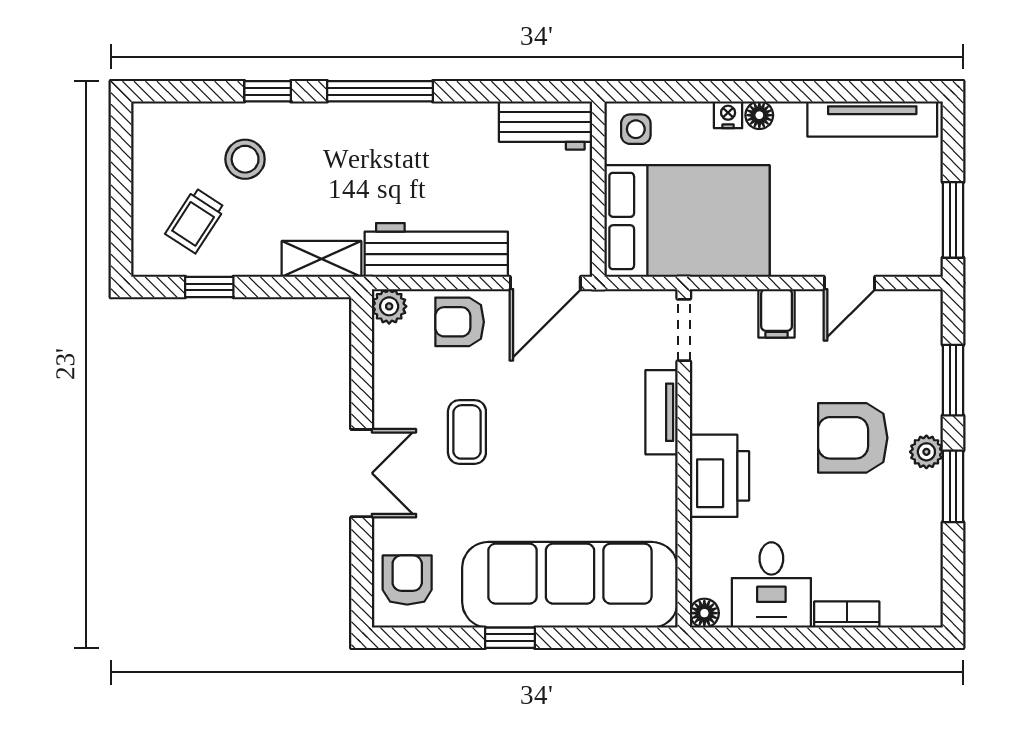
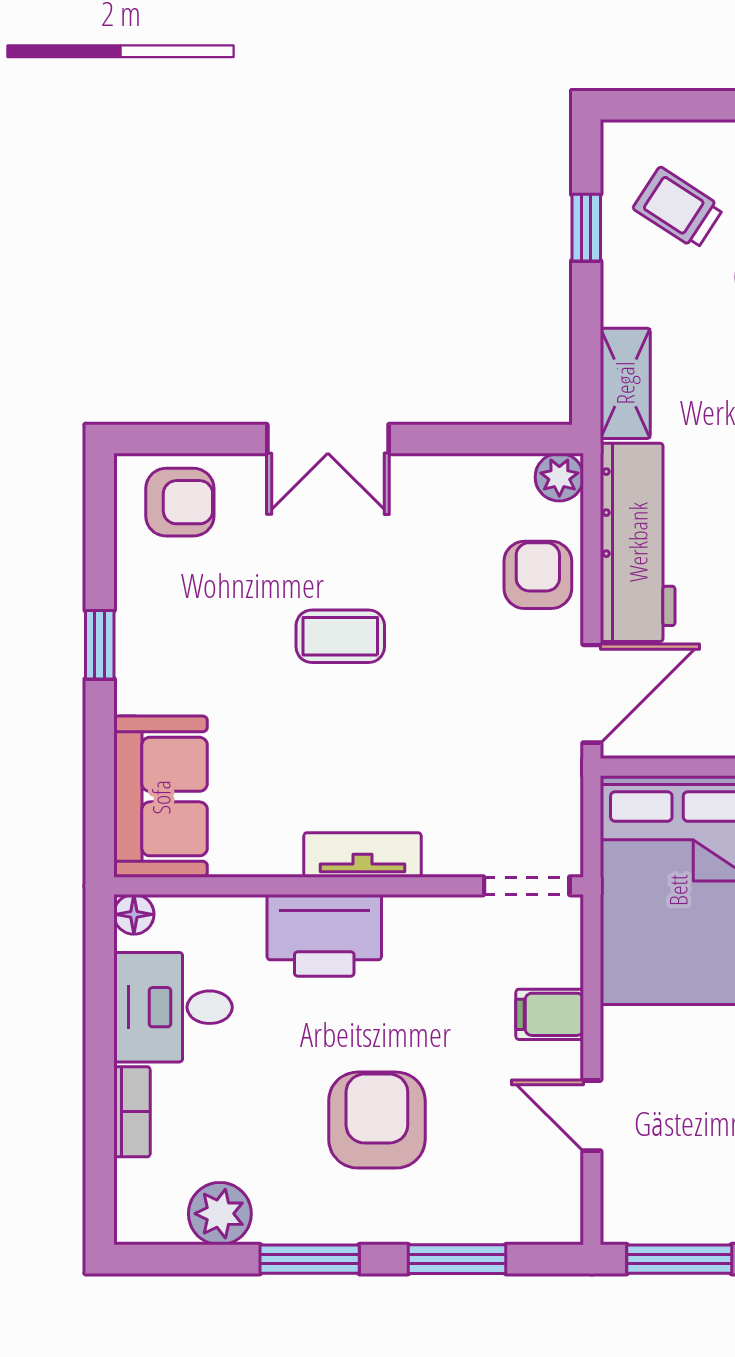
door: (545, 283) -> (592, 694), swing flipped
tv unit: (662, 412) -> (363, 855), moved
coffee table: (467, 432) -> (340, 636), moved
plant: (926, 452) -> (220, 1214), moved, width x1.38, depth x1.38
sofa: (570, 585) -> (161, 797), width x0.54, depth x0.79

